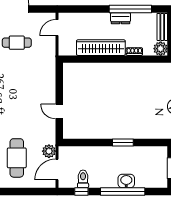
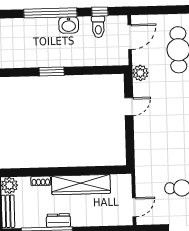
door: (59, 112) -> (129, 107), hinge flipped
plant: (49, 151) -> (140, 73), moved
washbasin: (126, 181) -> (69, 25), moved

